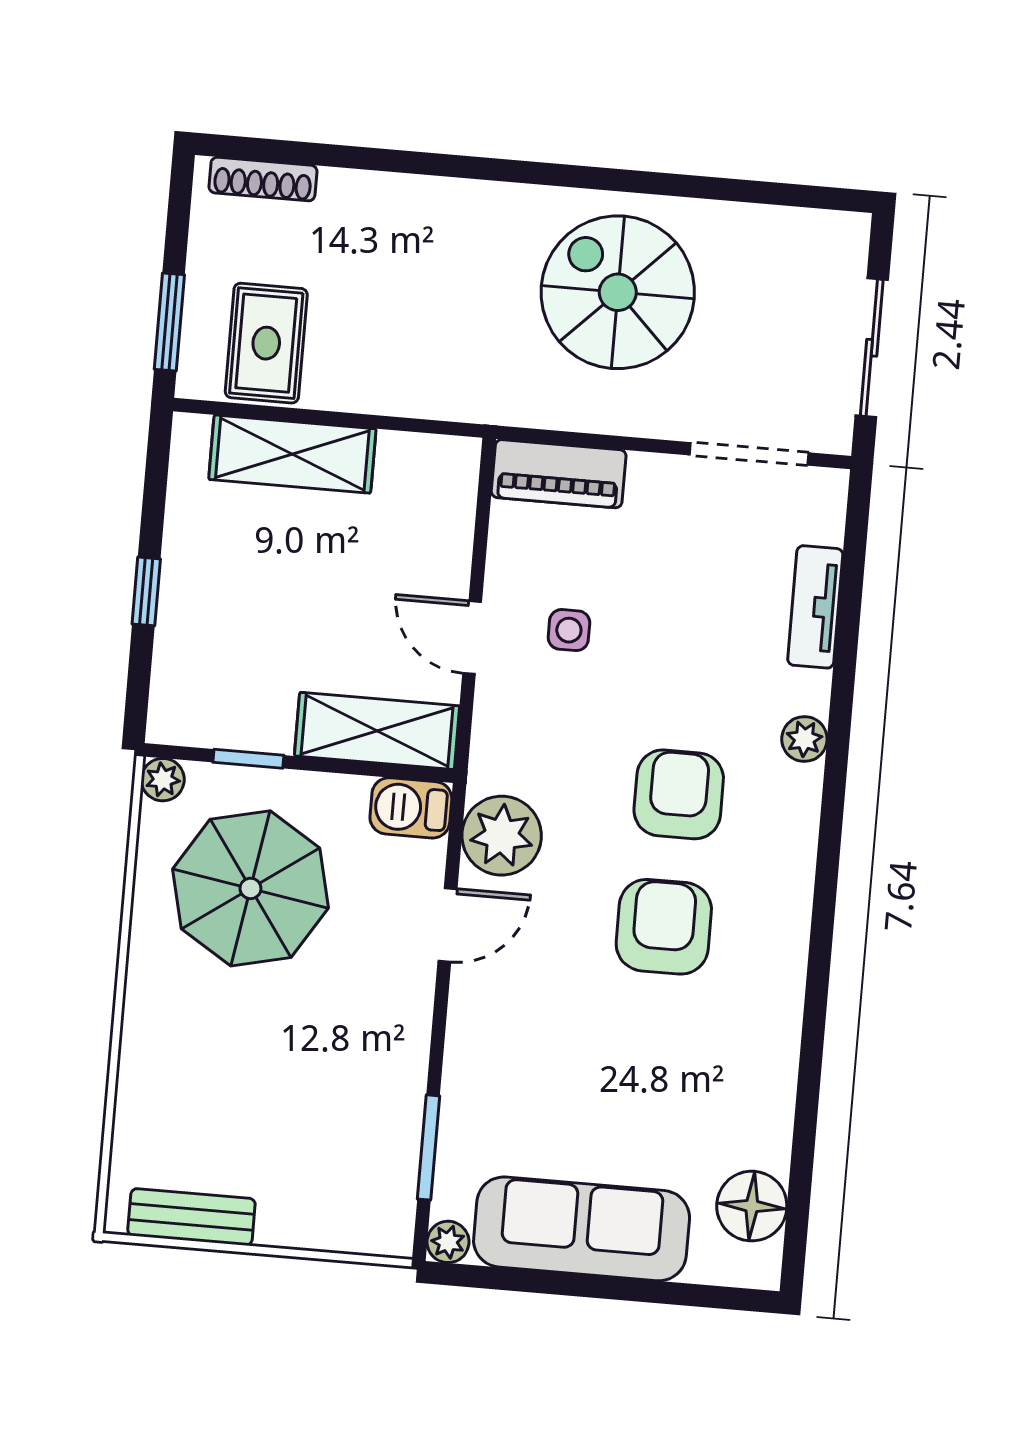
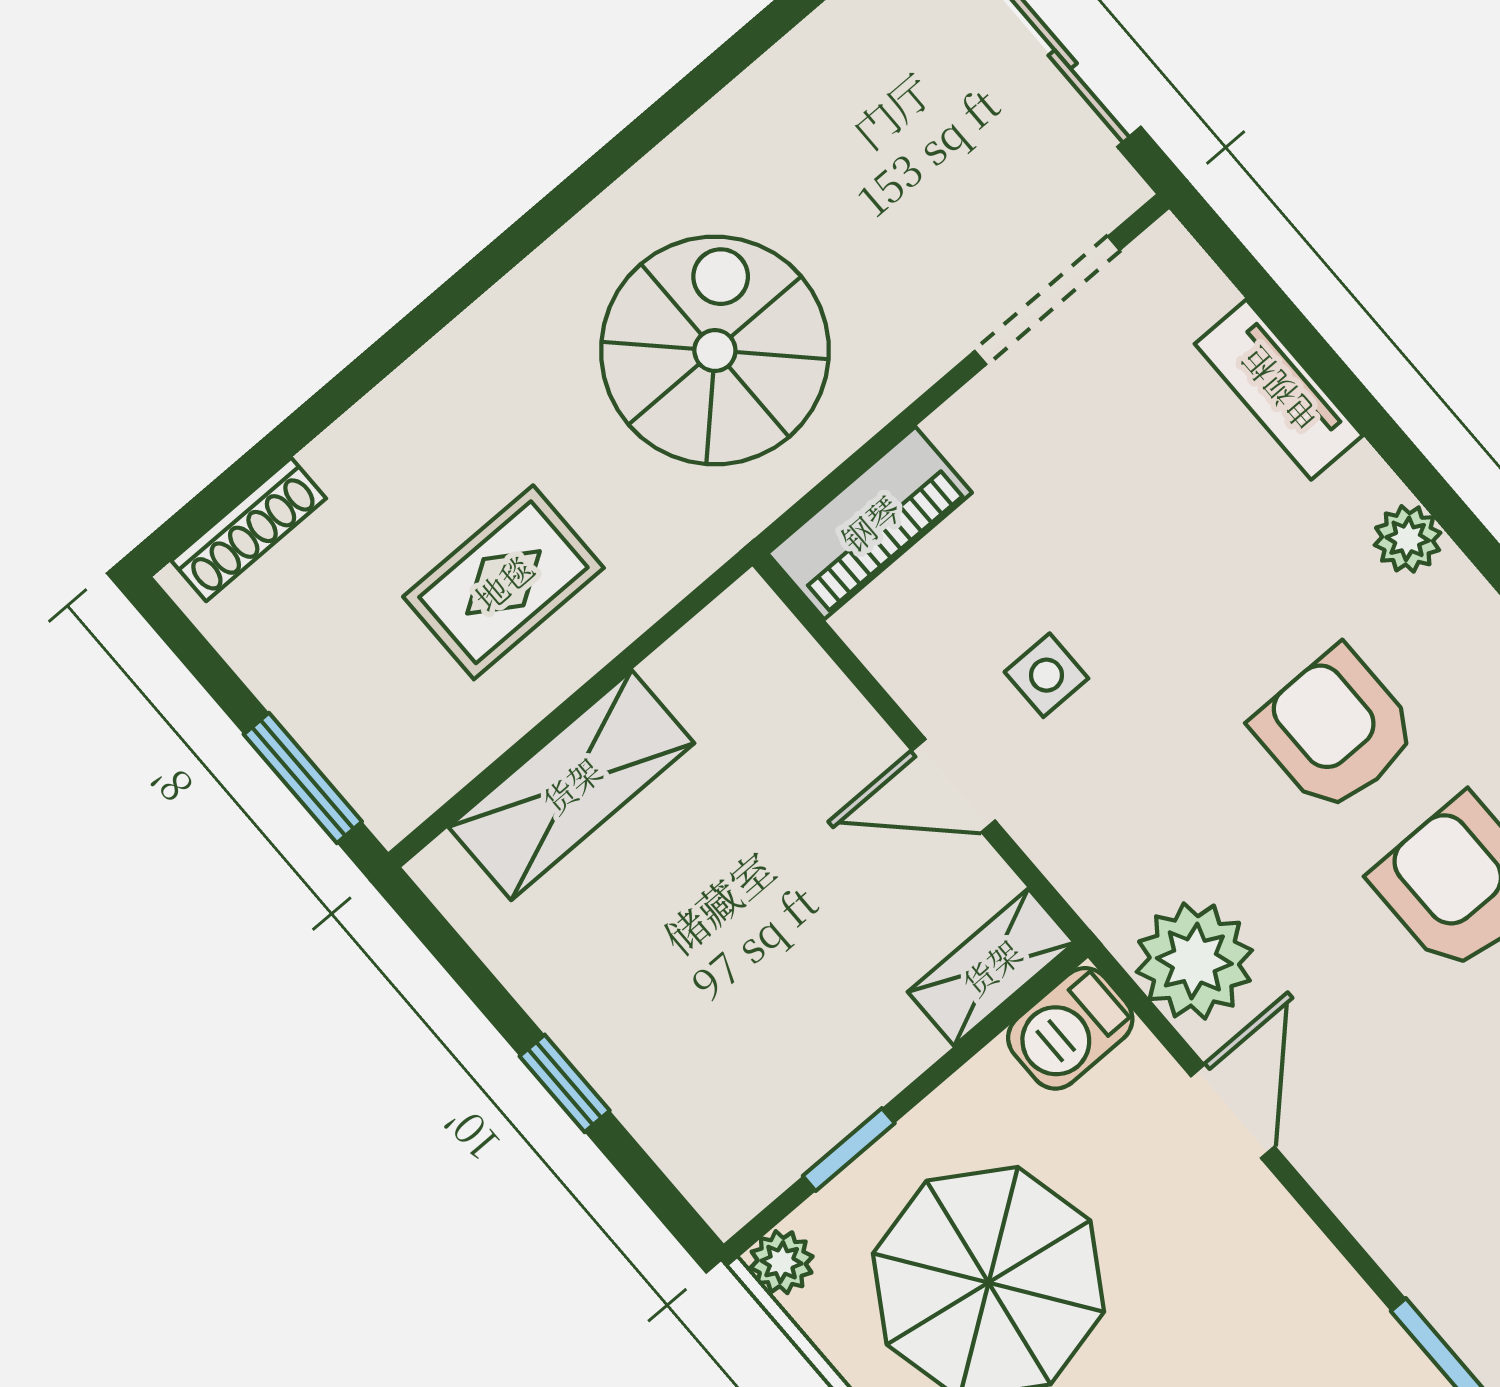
spiral stairs: (618, 292) -> (715, 350), moved, turned 90
rug: (266, 343) -> (503, 582), moved, turned 90
shelving: (377, 731) -> (991, 967), width x0.67, depth x0.75

